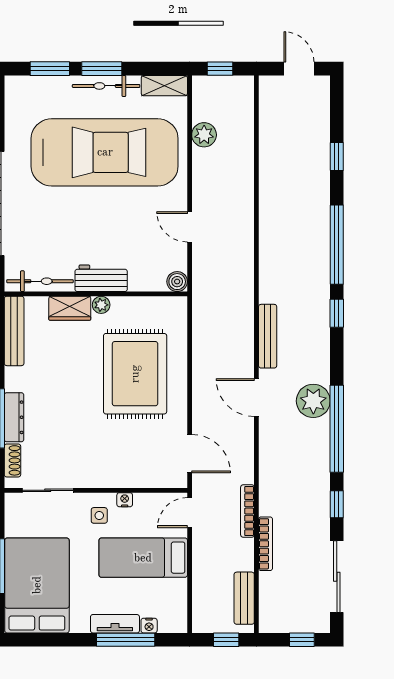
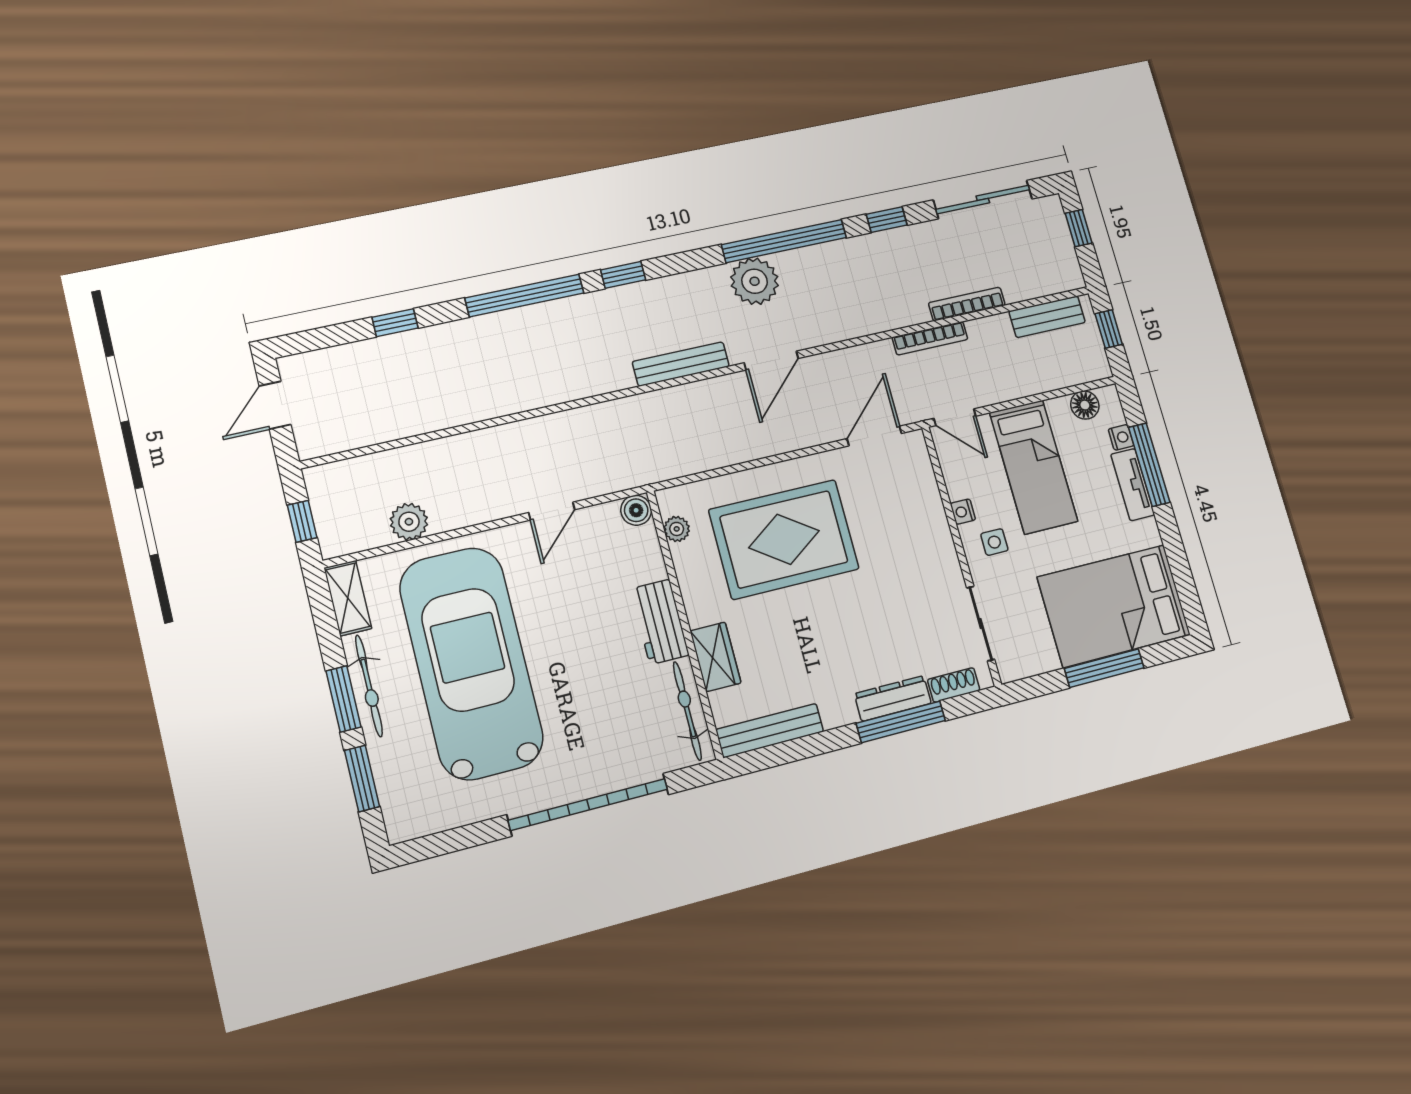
plant: (101, 305) -> (677, 529), moved
floor lamp: (177, 606) -> (1085, 405), added

